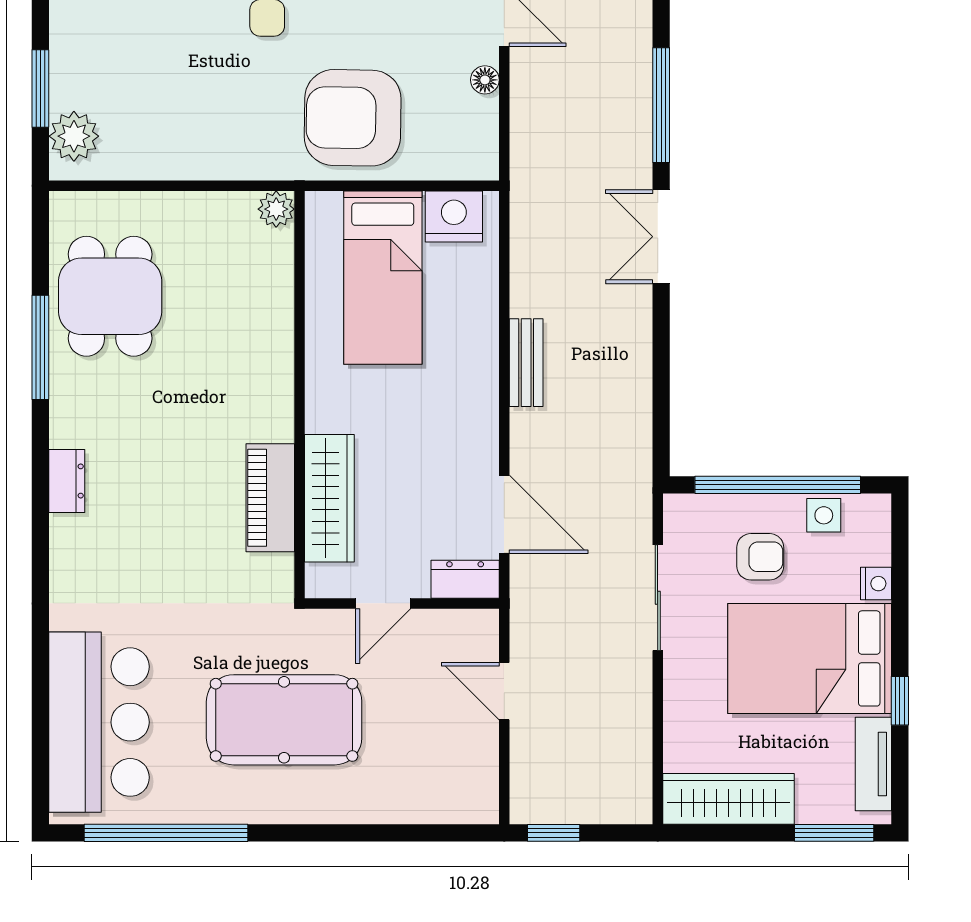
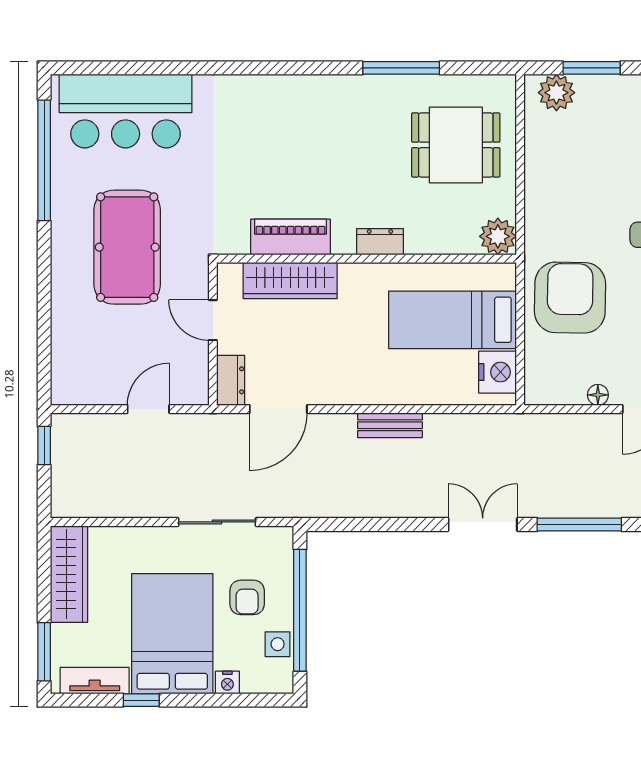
plant: (276, 209) -> (498, 236), width x1.38, depth x1.38
dining table: (110, 296) -> (456, 145), moved
dresser: (67, 481) -> (380, 242), moved, turned 180

